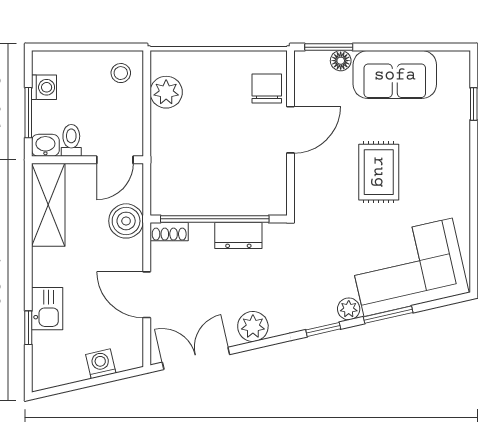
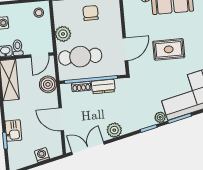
chair: (267, 89) -> (91, 13), moved
plant: (166, 92) -> (63, 34), moved
door: (290, 130) -> (125, 49), moved
cafe table: (197, 170) -> (80, 57), added
rug: (379, 172) -> (169, 49), turned 90
shoe rack: (169, 232) -> (81, 87), moved

